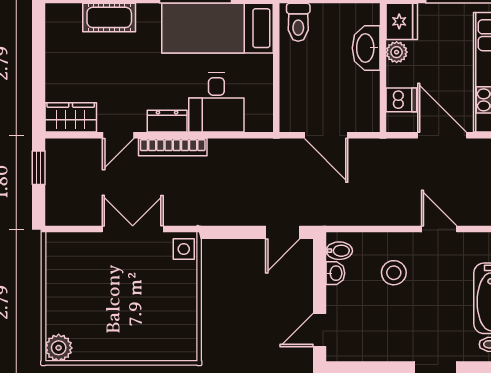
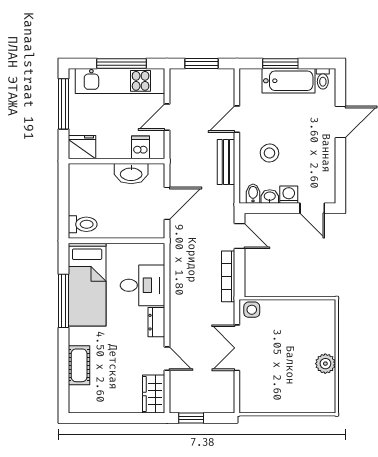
washbasin: (366, 48) -> (131, 174), moved
plant: (397, 52) -> (105, 151), removed
door: (442, 135) -> (167, 117), width x0.73
bookcase: (173, 147) -> (228, 276), moved, turned 180
bench: (382, 214) -> (226, 162), added
washing machine: (338, 299) -> (289, 195), added
plant: (59, 348) -> (325, 364), moved

